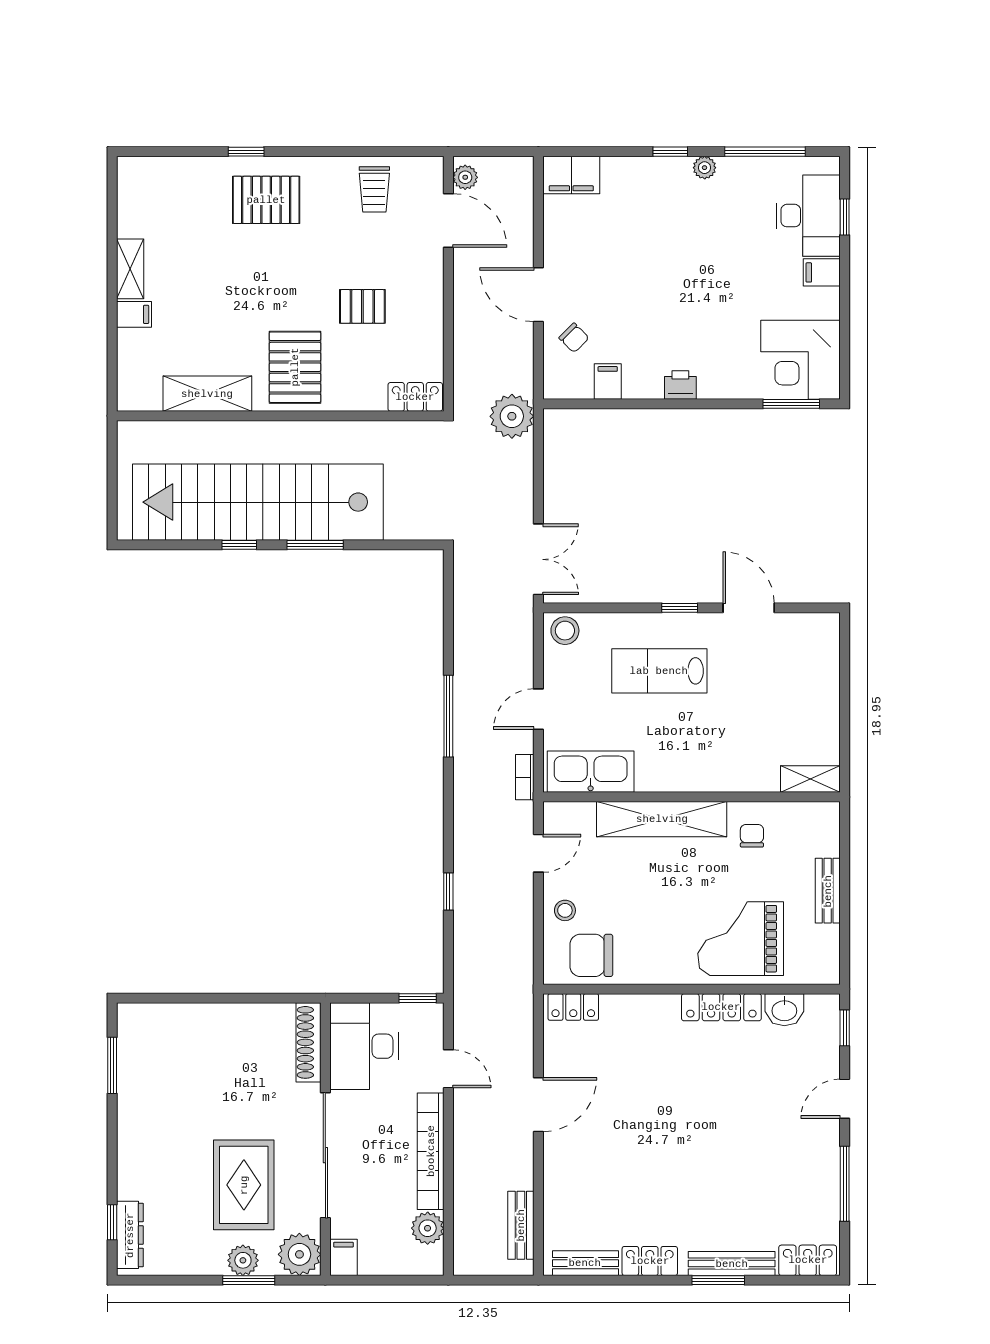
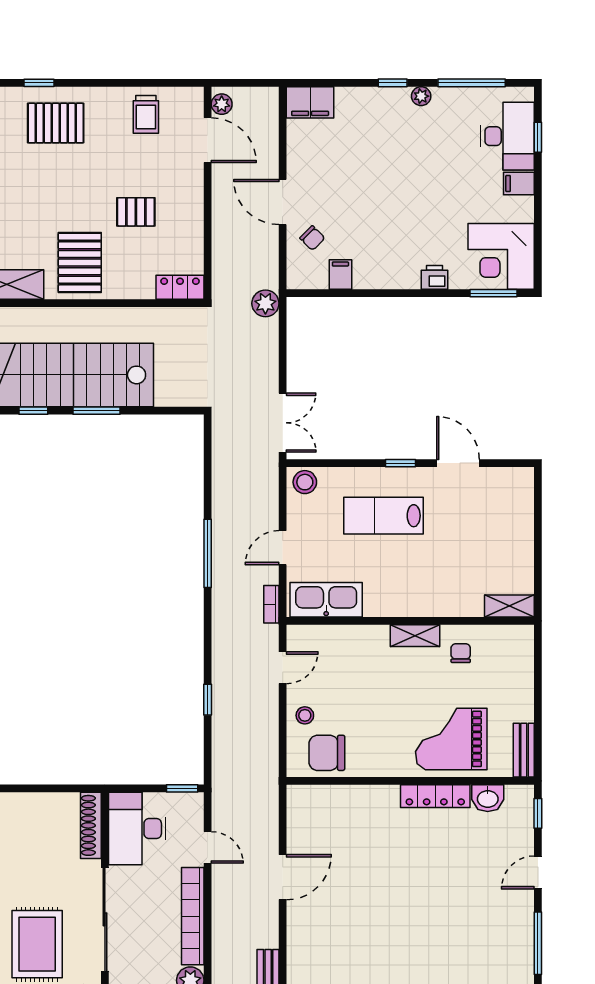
printer: (680, 385) -> (435, 277), moved
plant: (512, 416) -> (265, 303), width x0.73, depth x0.73
shelving: (662, 819) -> (415, 636), width x0.45, depth x0.75
bench: (828, 891) -> (524, 750), moved
locker: (573, 1007) -> (312, 796), removed

